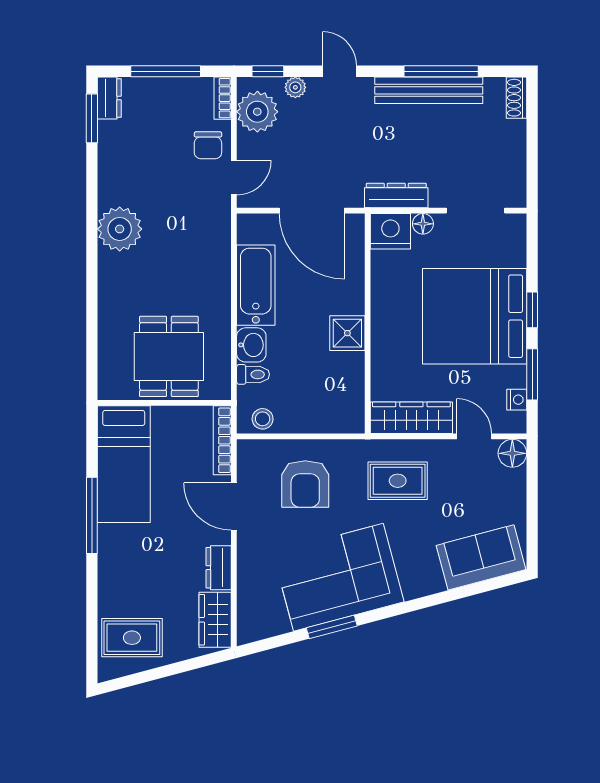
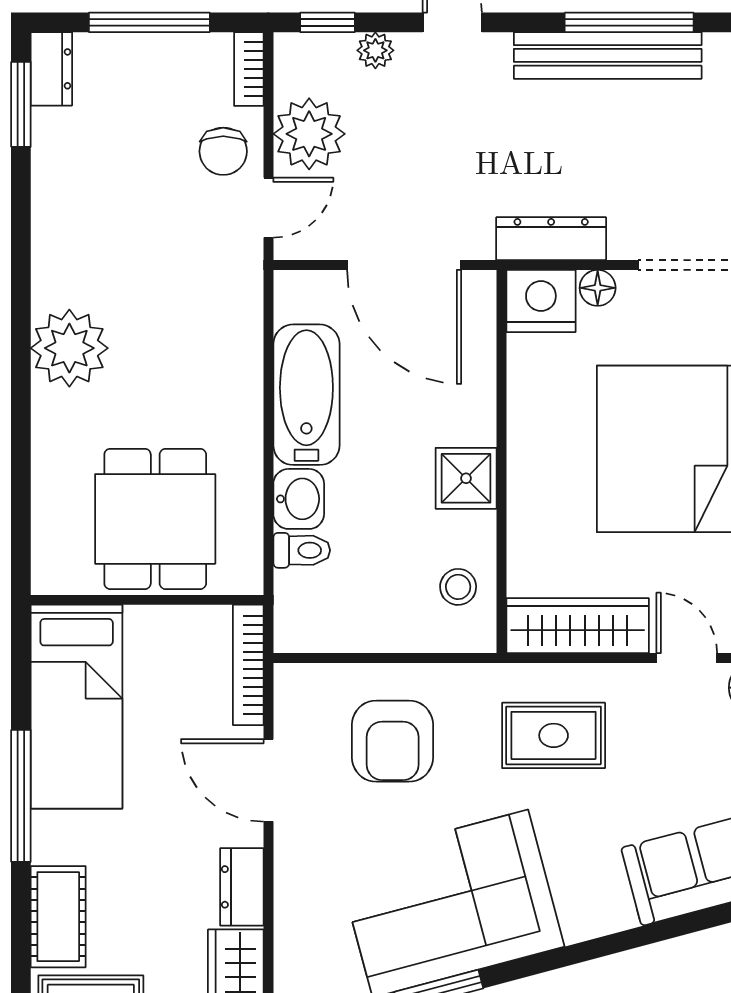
plant: (257, 112) -> (309, 134), moved
plant: (120, 229) -> (69, 348), moved
stool: (263, 419) -> (458, 587), moved
cot: (113, 585) -> (58, 917), added

